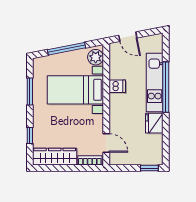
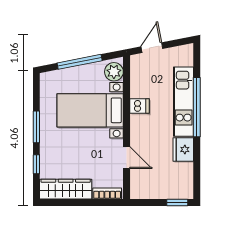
door: (128, 37) -> (152, 48), swing flipped
window: (30, 92) -> (36, 127), moved
door: (106, 143) -> (127, 158), moved

